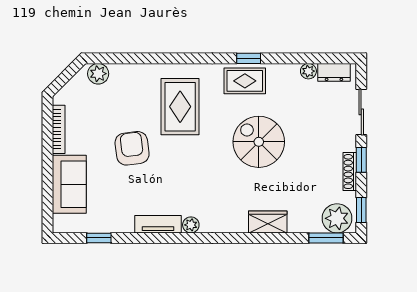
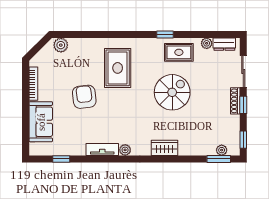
rug: (245, 81) -> (179, 52), moved
spiral stairs: (259, 142) -> (172, 92), turned 90
shoe rack: (350, 172) -> (235, 101), moved
plant: (337, 218) -> (222, 150), width x0.53, depth x0.53
wardrobe: (268, 222) -> (165, 148), moved

